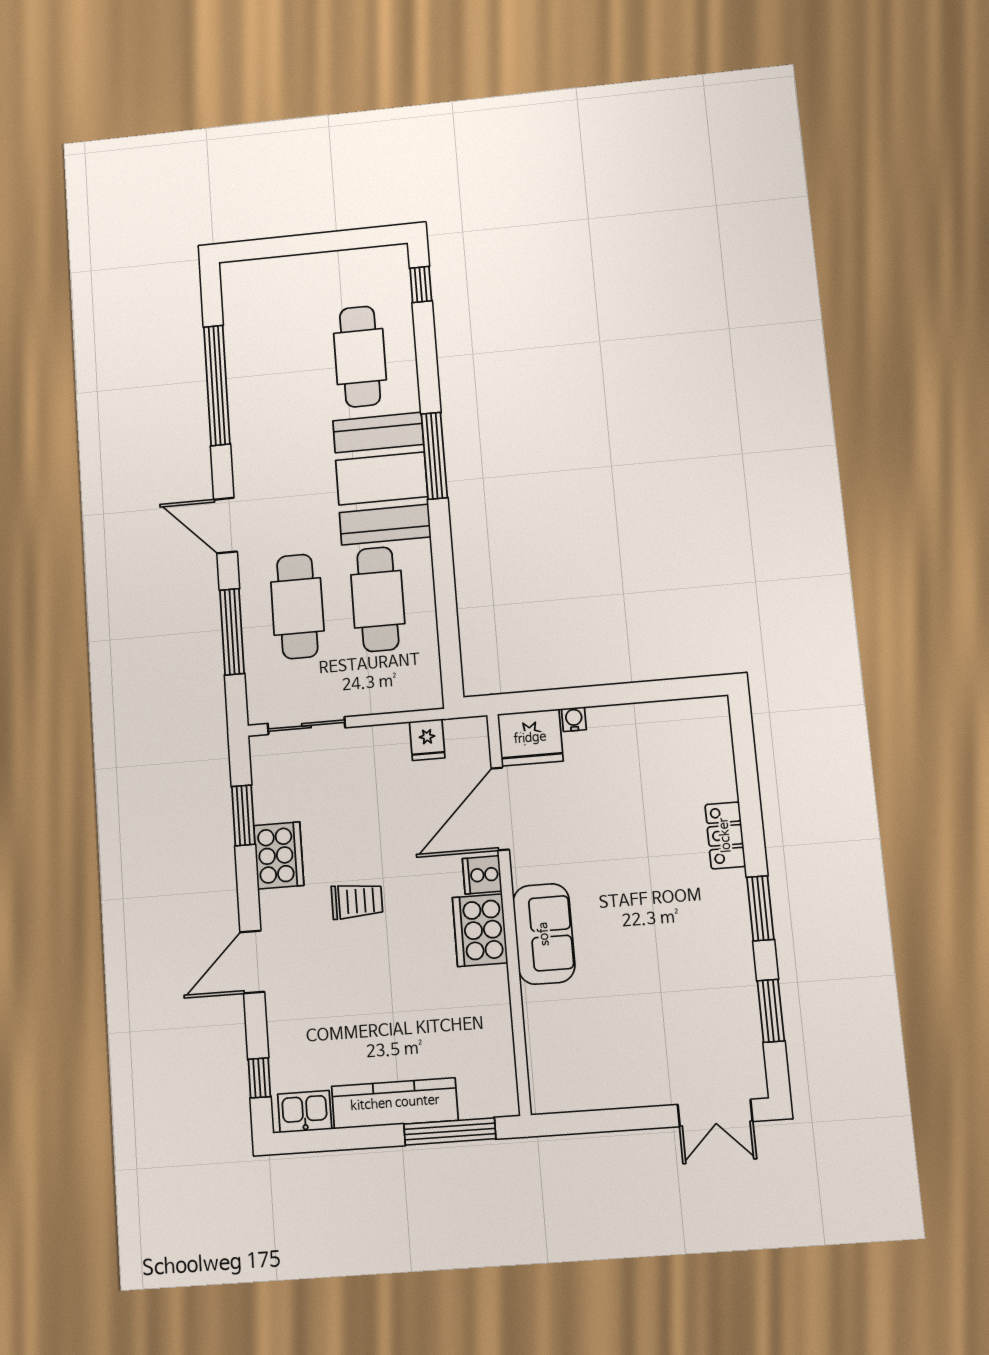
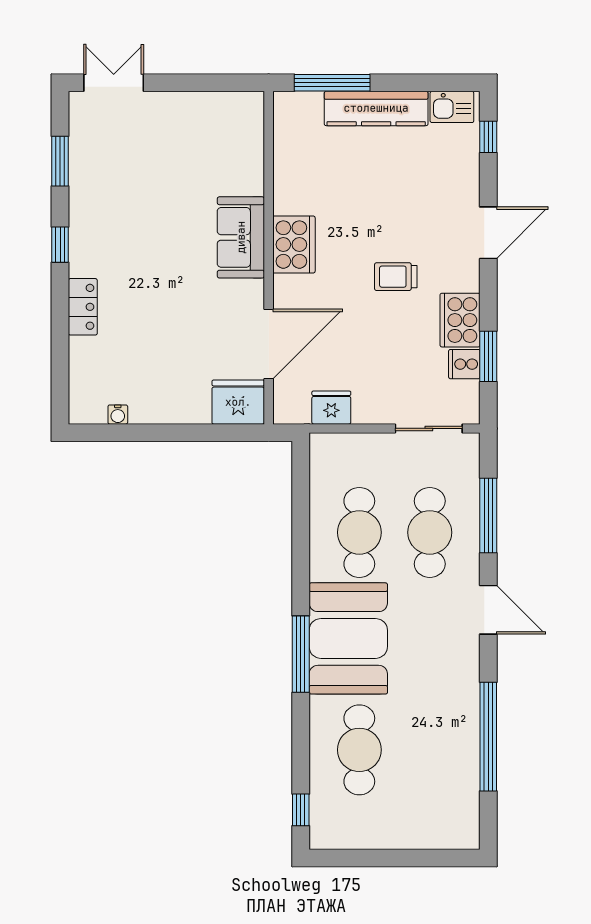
water cooler: (574, 719) -> (118, 415), moved
fridge: (427, 740) -> (331, 408), width x1.38
cooker: (482, 875) -> (464, 364), moved, turned 180
window: (760, 908) -> (60, 245), width x0.67

